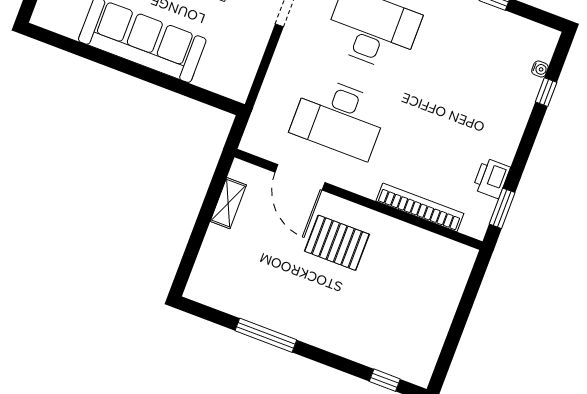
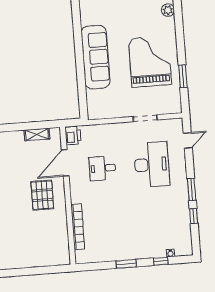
desk: (339, 118) -> (102, 168), width x0.53, depth x0.77
printer: (491, 178) -> (73, 136), moved, turned 90
window: (502, 208) -> (126, 264), moved

